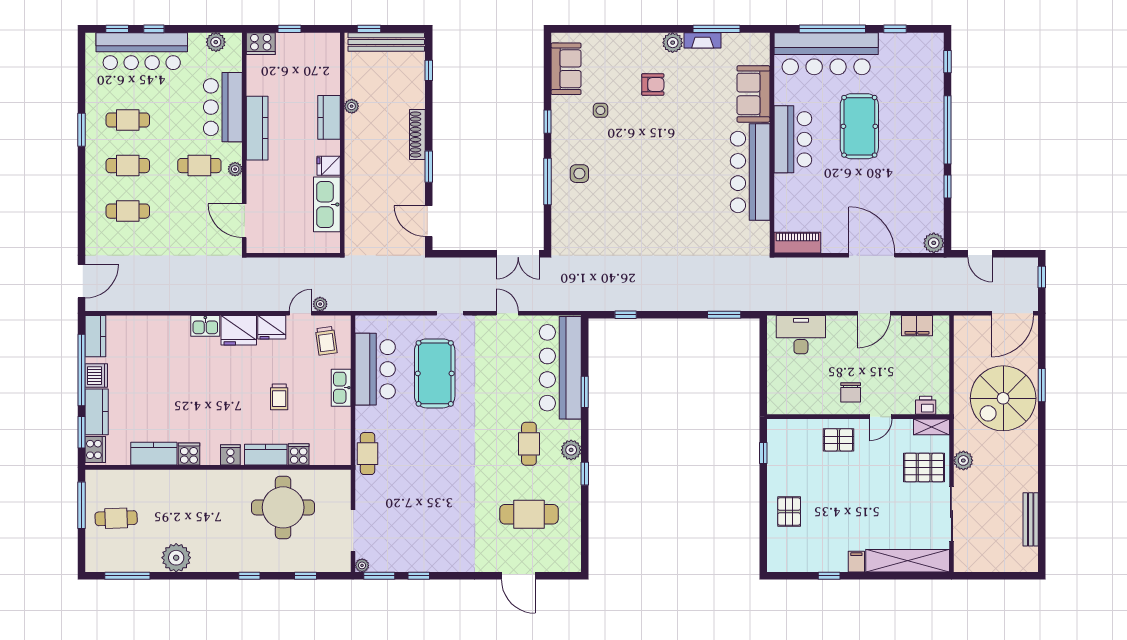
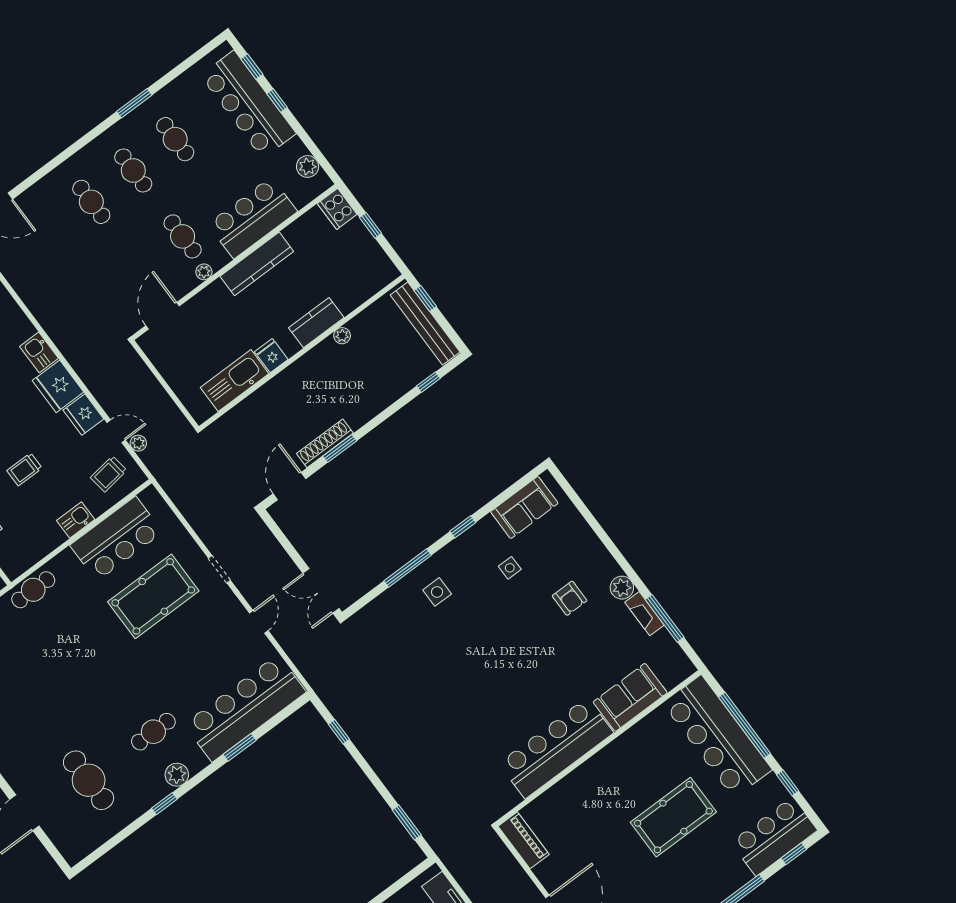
shoe rack: (417, 134) -> (325, 443), moved
bar counter: (793, 139) -> (774, 836), moved, turned 180
kitchen sink: (341, 388) -> (76, 520), width x0.73

